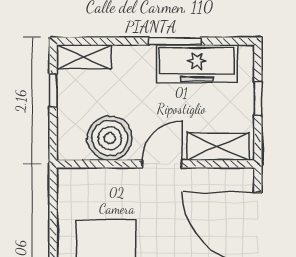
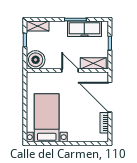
boiler: (110, 138) -> (36, 60), moved
door: (162, 164) -> (70, 71), hinge flipped

